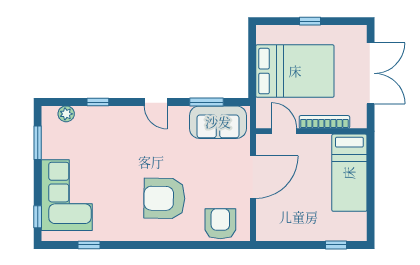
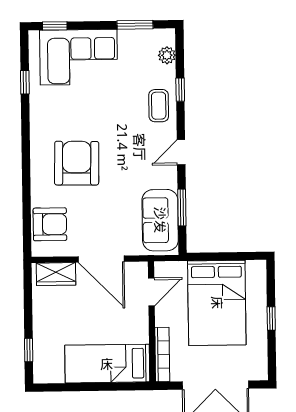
coffee table: (112, 122) -> (159, 106), added
bookcase: (324, 122) -> (162, 354), moved
wardrobe: (266, 219) -> (56, 274), added

